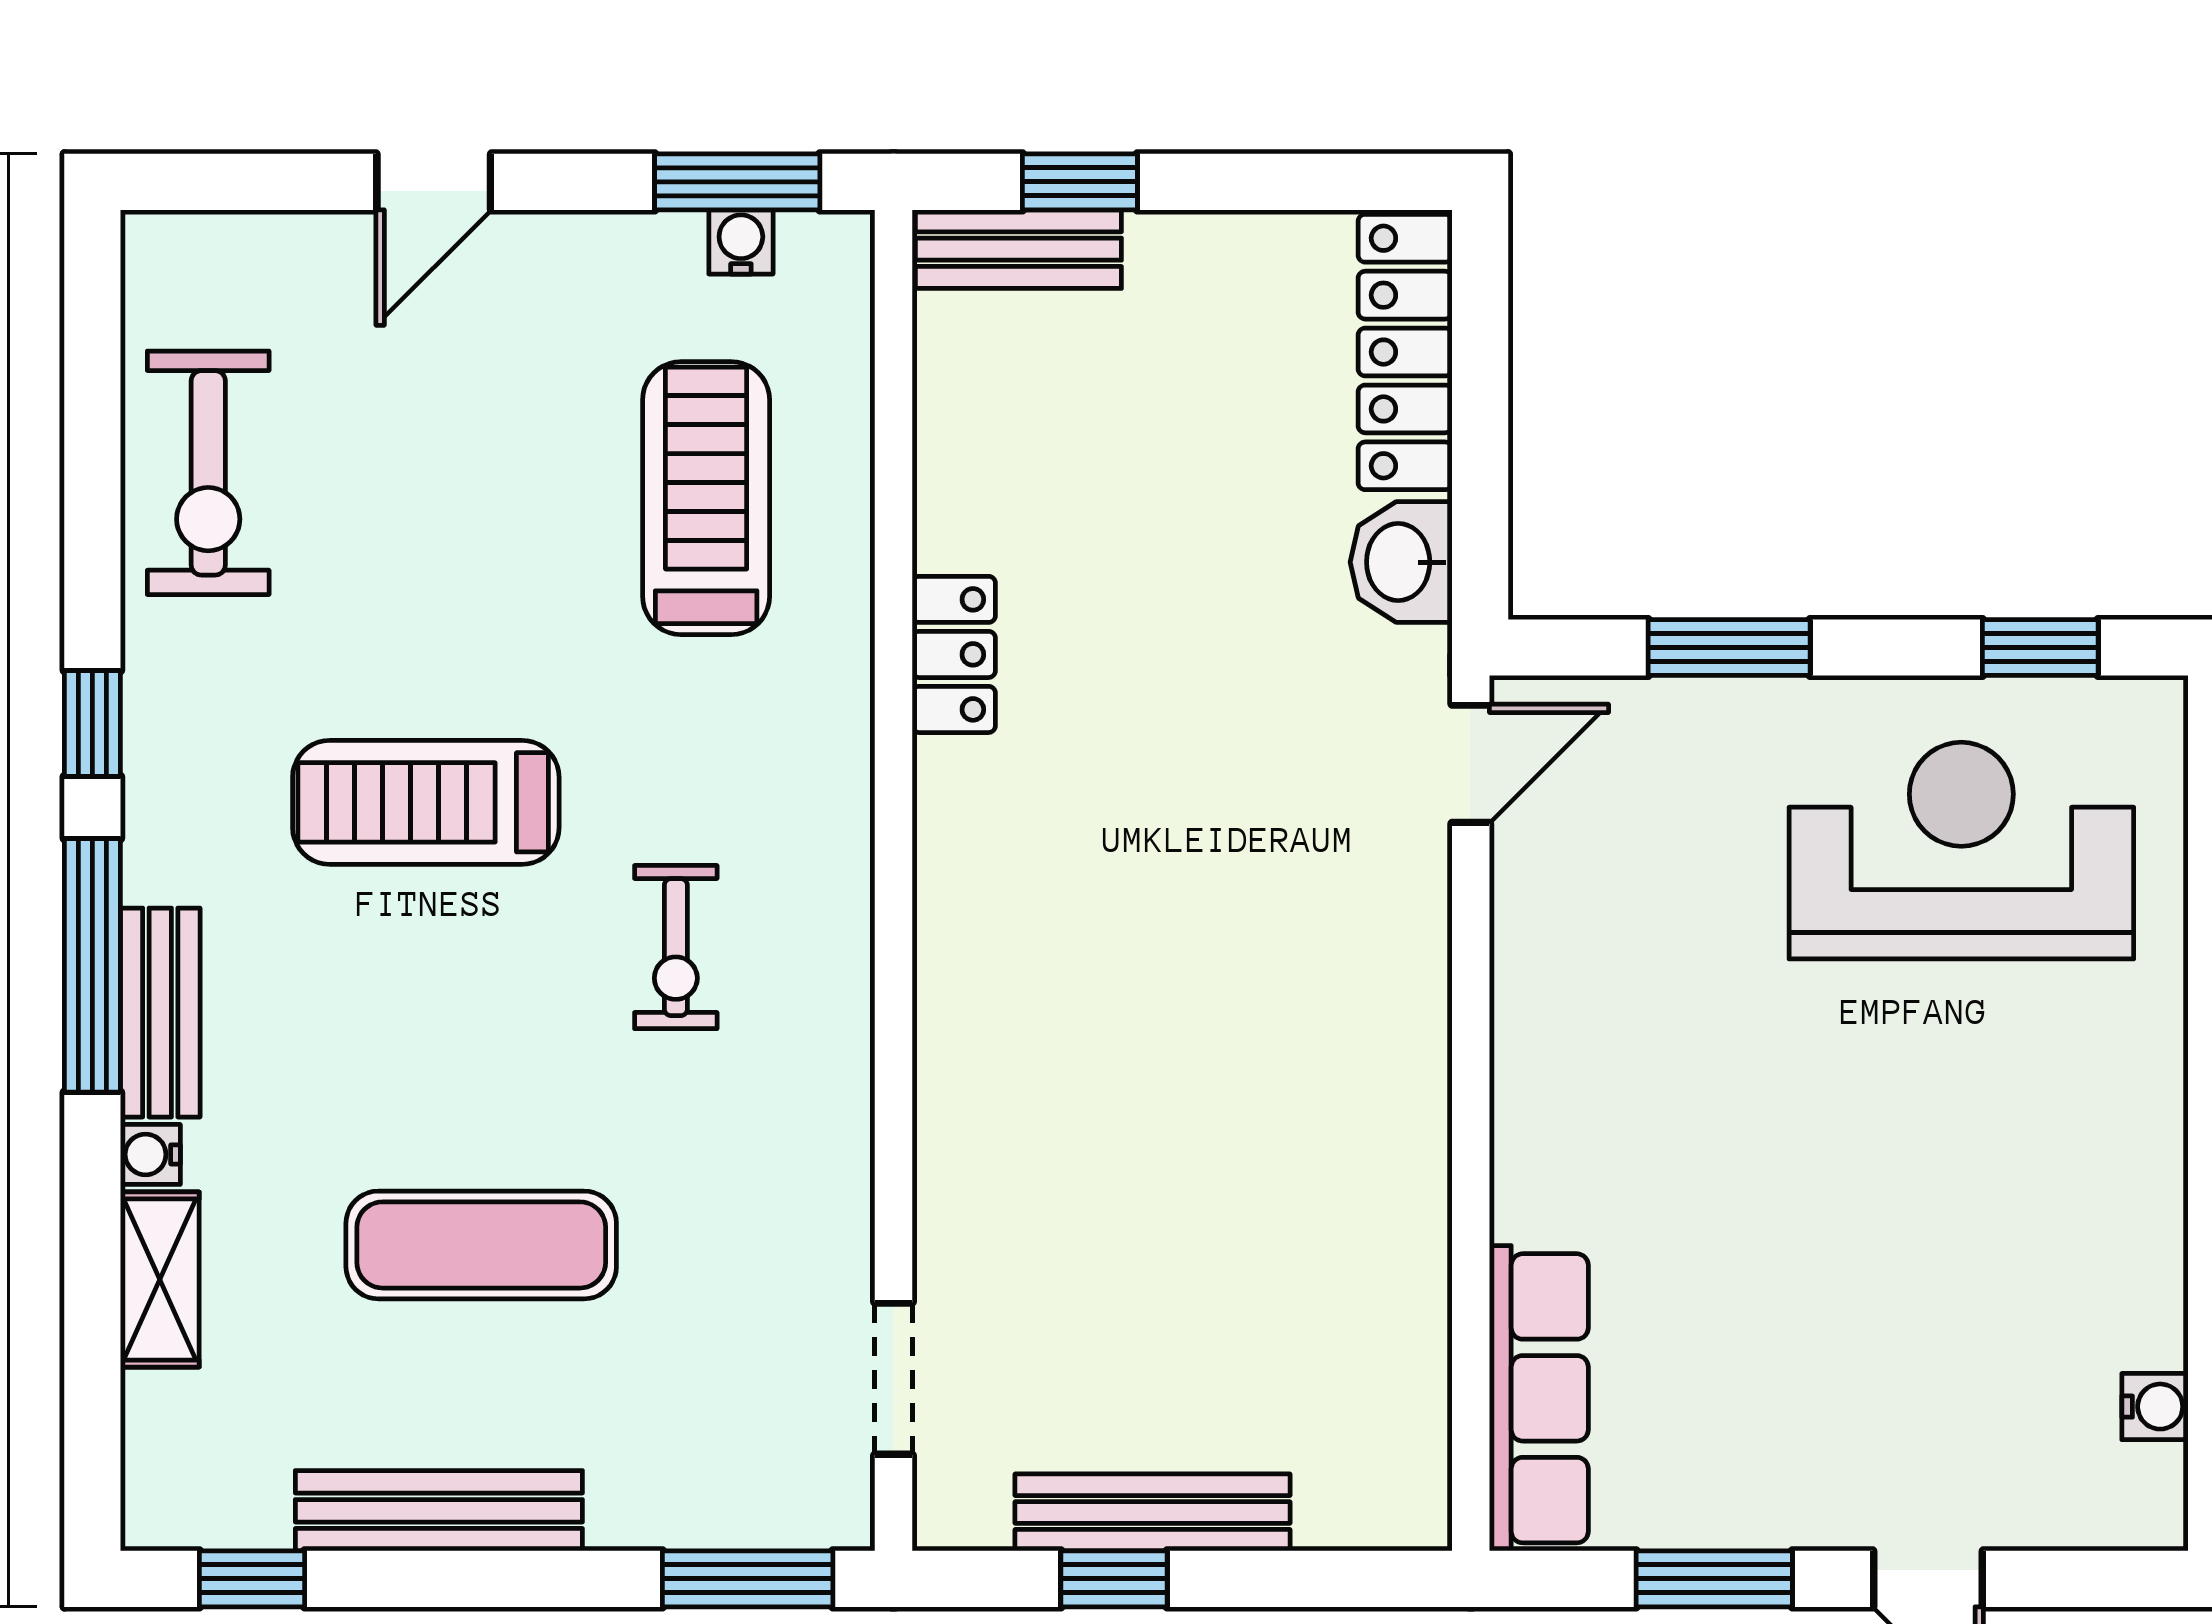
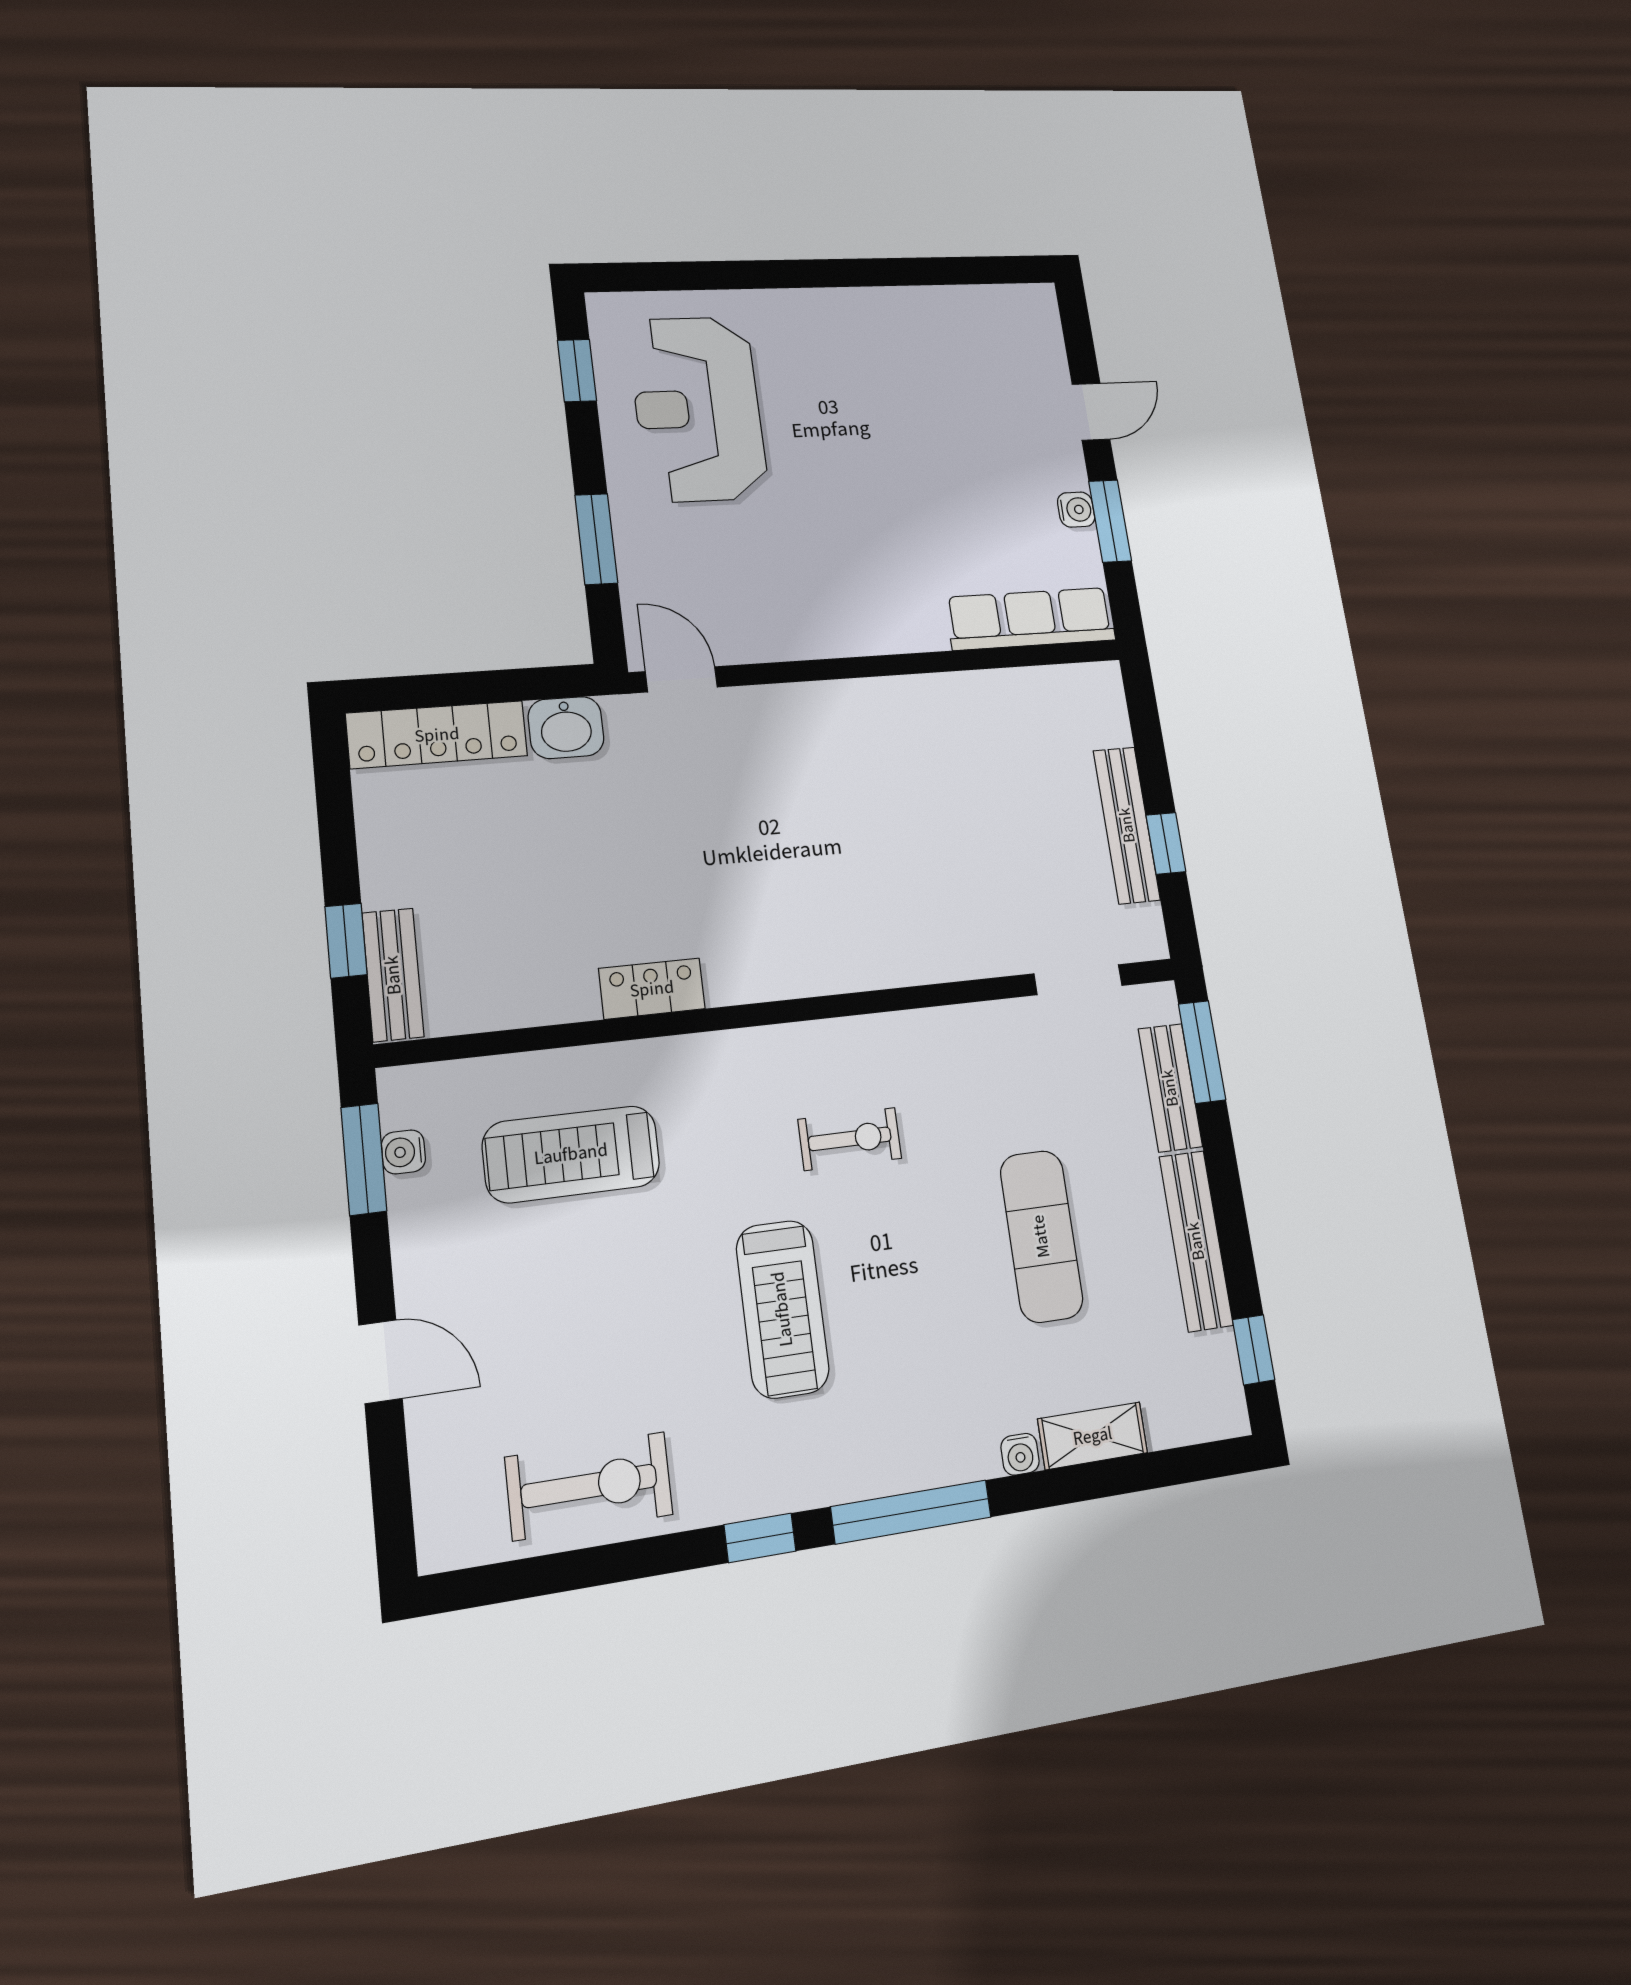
bench: (160, 1013) -> (1170, 1088), moved, turned 90
water cooler: (2155, 1407) -> (1076, 510), moved, turned 90

